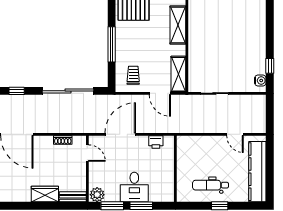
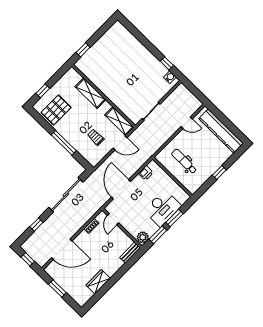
trolley: (133, 75) -> (96, 137), moved
door: (87, 153) -> (113, 219), swing flipped
dental chair: (211, 185) -> (184, 161), moved, turned 90
desk: (134, 187) -> (163, 208), width x1.37
wardrobe: (45, 194) -> (98, 282), moved

